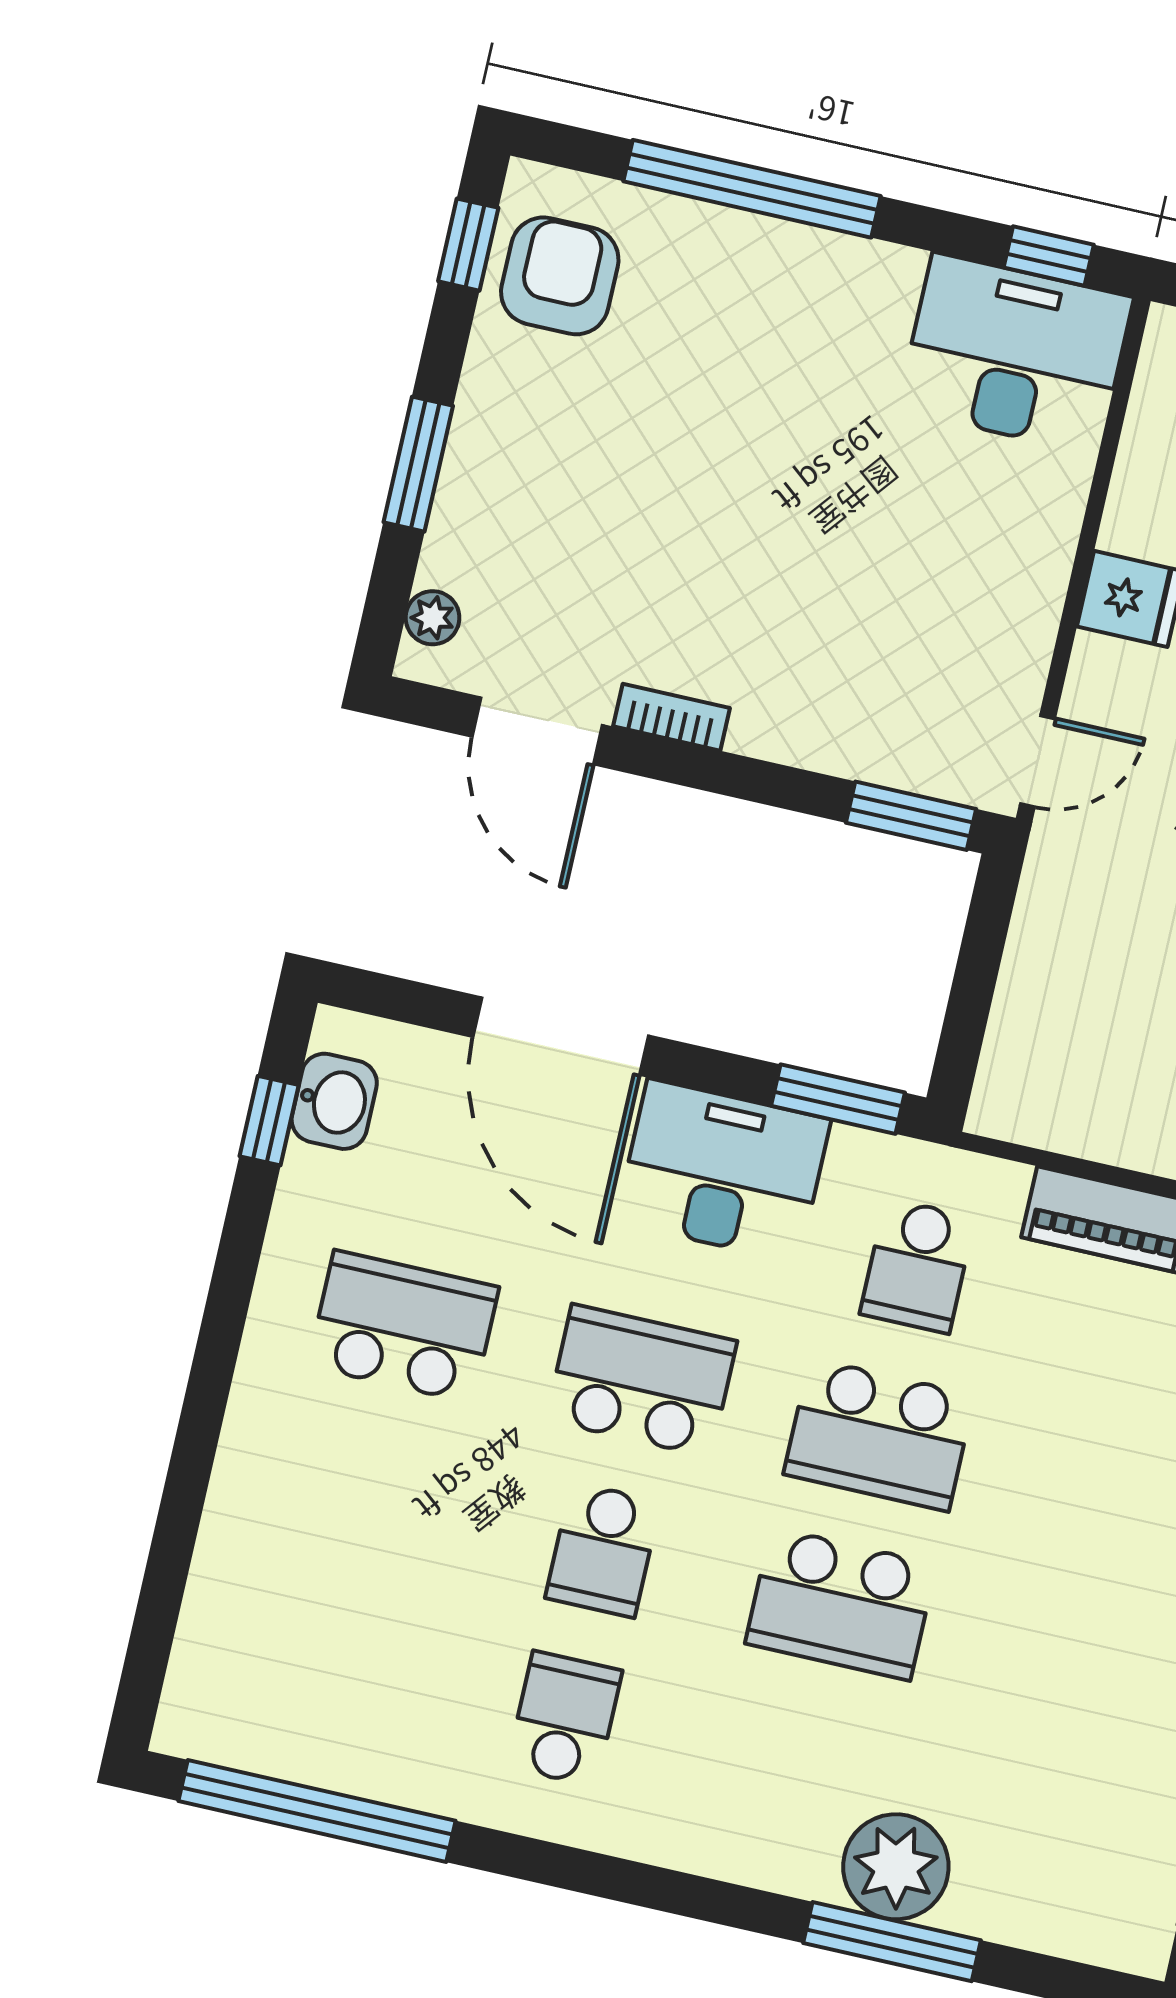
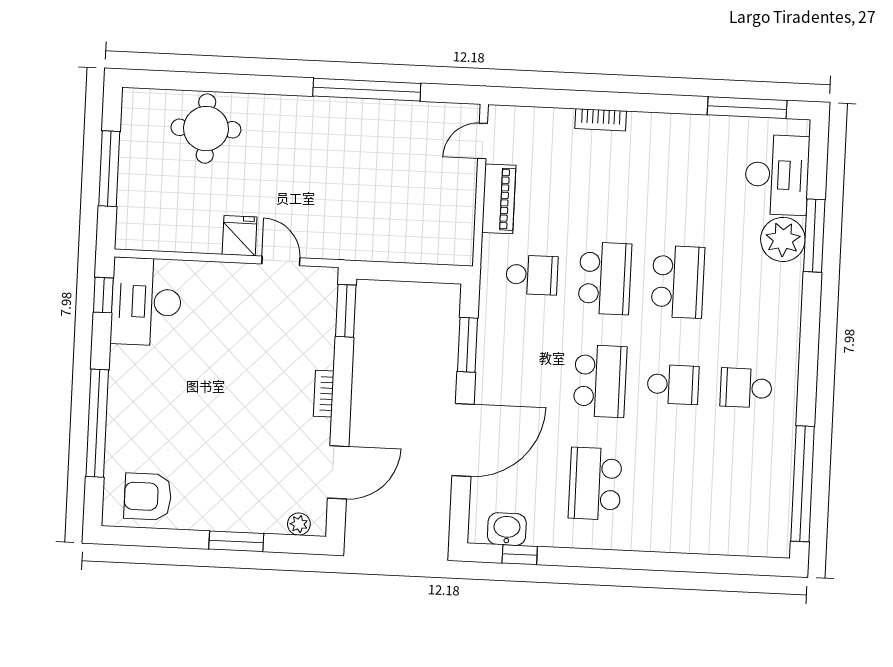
window: (468, 245) -> (141, 537), removed
bookcase: (671, 717) -> (324, 394), moved
door: (1038, 761) -> (281, 261), moved
window: (838, 1099) -> (468, 345), moved
desk: (723, 1171) -> (777, 175), moved, turned 180
school desk: (641, 1381) -> (600, 381), turned 180

